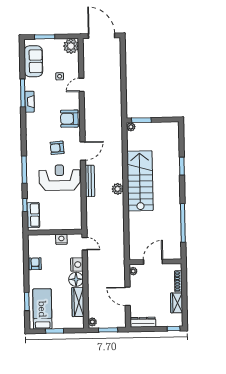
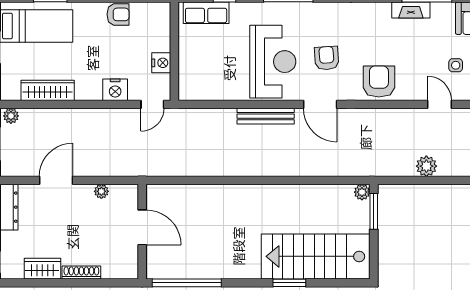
stairs: (140, 181) -> (316, 256), moved, turned 180
plant: (118, 189) -> (426, 166), moved
door: (153, 262) -> (142, 227), moved
wall: (155, 262) -> (142, 232), moved
floor lamp: (76, 279) -> (89, 88), removed

